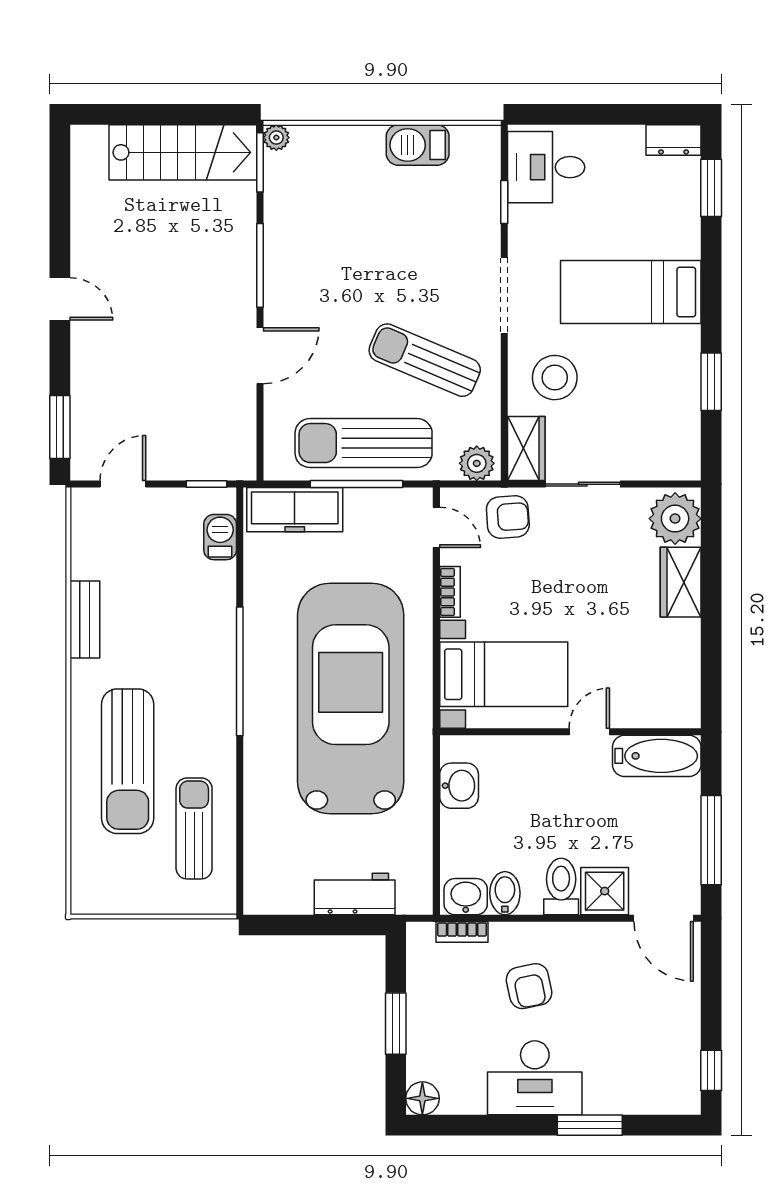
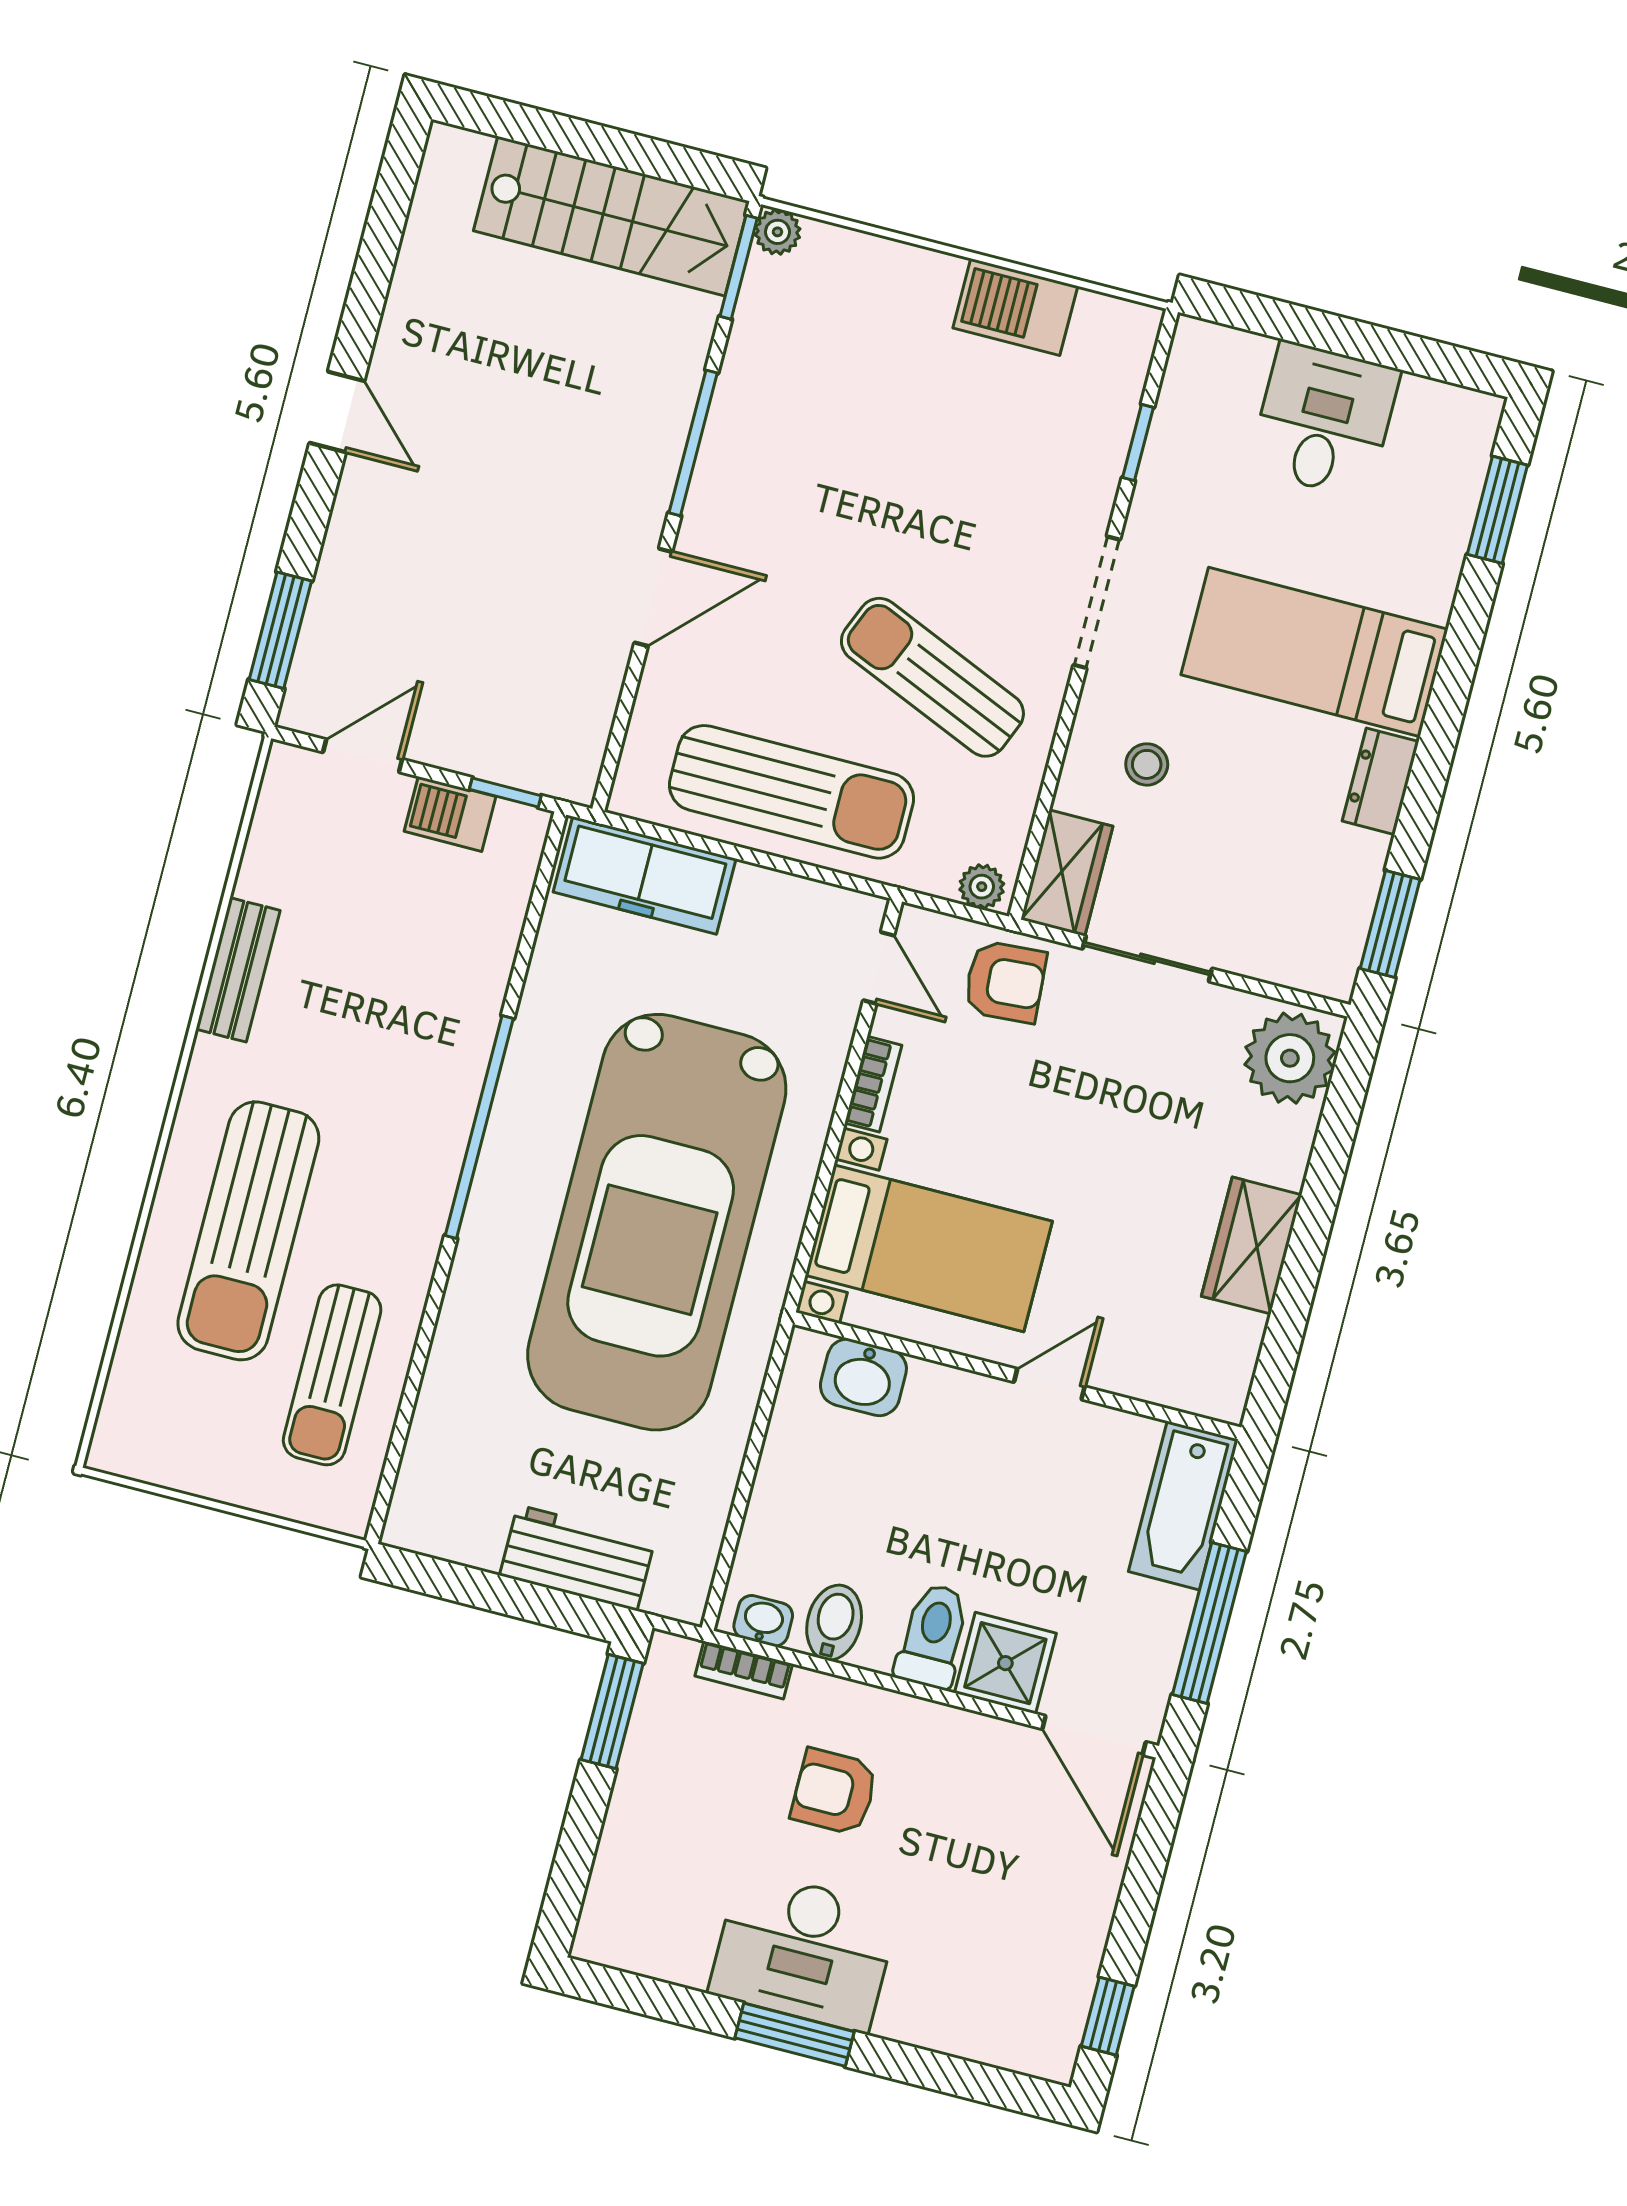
dresser: (674, 140) -> (1381, 781), moved, turned 90
desk: (546, 167) -> (1324, 420), moved, turned 90
stool: (555, 378) -> (1147, 764), width x0.53, depth x0.53
window: (711, 382) -> (1390, 924), moved
sun lounger: (364, 443) -> (791, 792), turned 180
plant: (477, 463) -> (982, 887), width x0.73, depth x0.73
window: (356, 484) -> (761, 859), removed
barbecue: (220, 537) -> (450, 814), moved, turned -90
wardrobe: (681, 582) -> (1252, 1245), moved
car: (351, 698) -> (657, 1222), turned 180
bathtub: (657, 756) -> (1183, 1505), moved, turned 90
washbasin: (459, 786) -> (863, 1377), moved, turned 90
sun lounger: (194, 828) -> (332, 1375), turned 180
washbasin: (466, 897) -> (763, 1621), width x0.72, depth x0.69
armchair: (529, 986) -> (834, 1792), turned 102
window: (396, 1024) -> (612, 1712), moved
floor lamp: (422, 1098) -> (603, 1936), removed
window: (590, 1125) -> (795, 2035), moved

